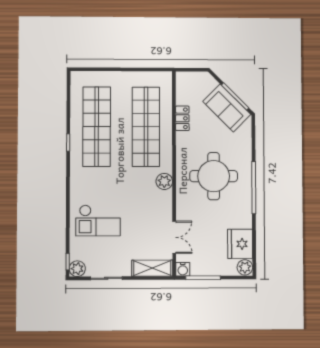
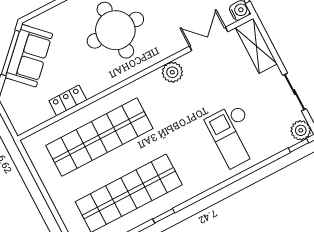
plant: (164, 181) -> (172, 72), moved
checkout: (98, 220) -> (234, 135), turned 180

